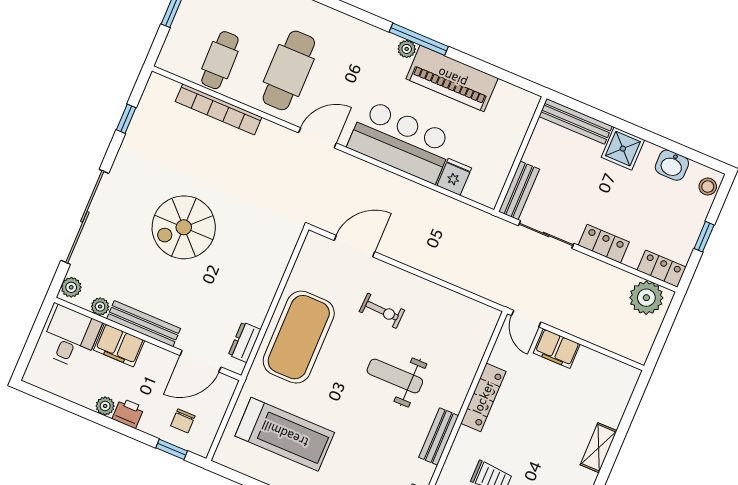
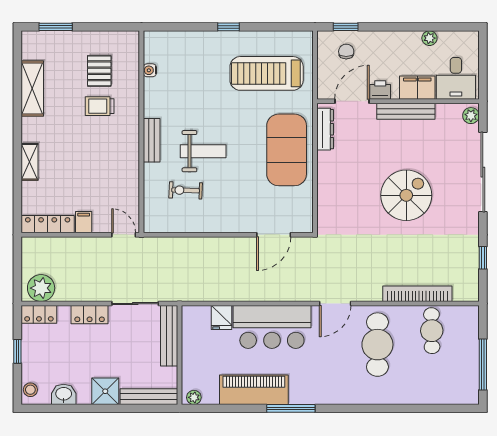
plant: (407, 49) -> (194, 397), moved
bench: (519, 190) -> (169, 336), width x1.36
plant: (100, 306) -> (443, 110), removed
exercise bike: (382, 311) -> (186, 190), moved
dresser: (245, 342) -> (325, 129), width x1.44
filing cabinet: (557, 349) -> (84, 222), width x0.50
locker: (483, 397) -> (48, 224), moved, turned 90
plant: (105, 406) -> (429, 38), moved
printer: (128, 413) -> (380, 90), moved, turned 180
bench: (439, 436) -> (152, 140), moved

